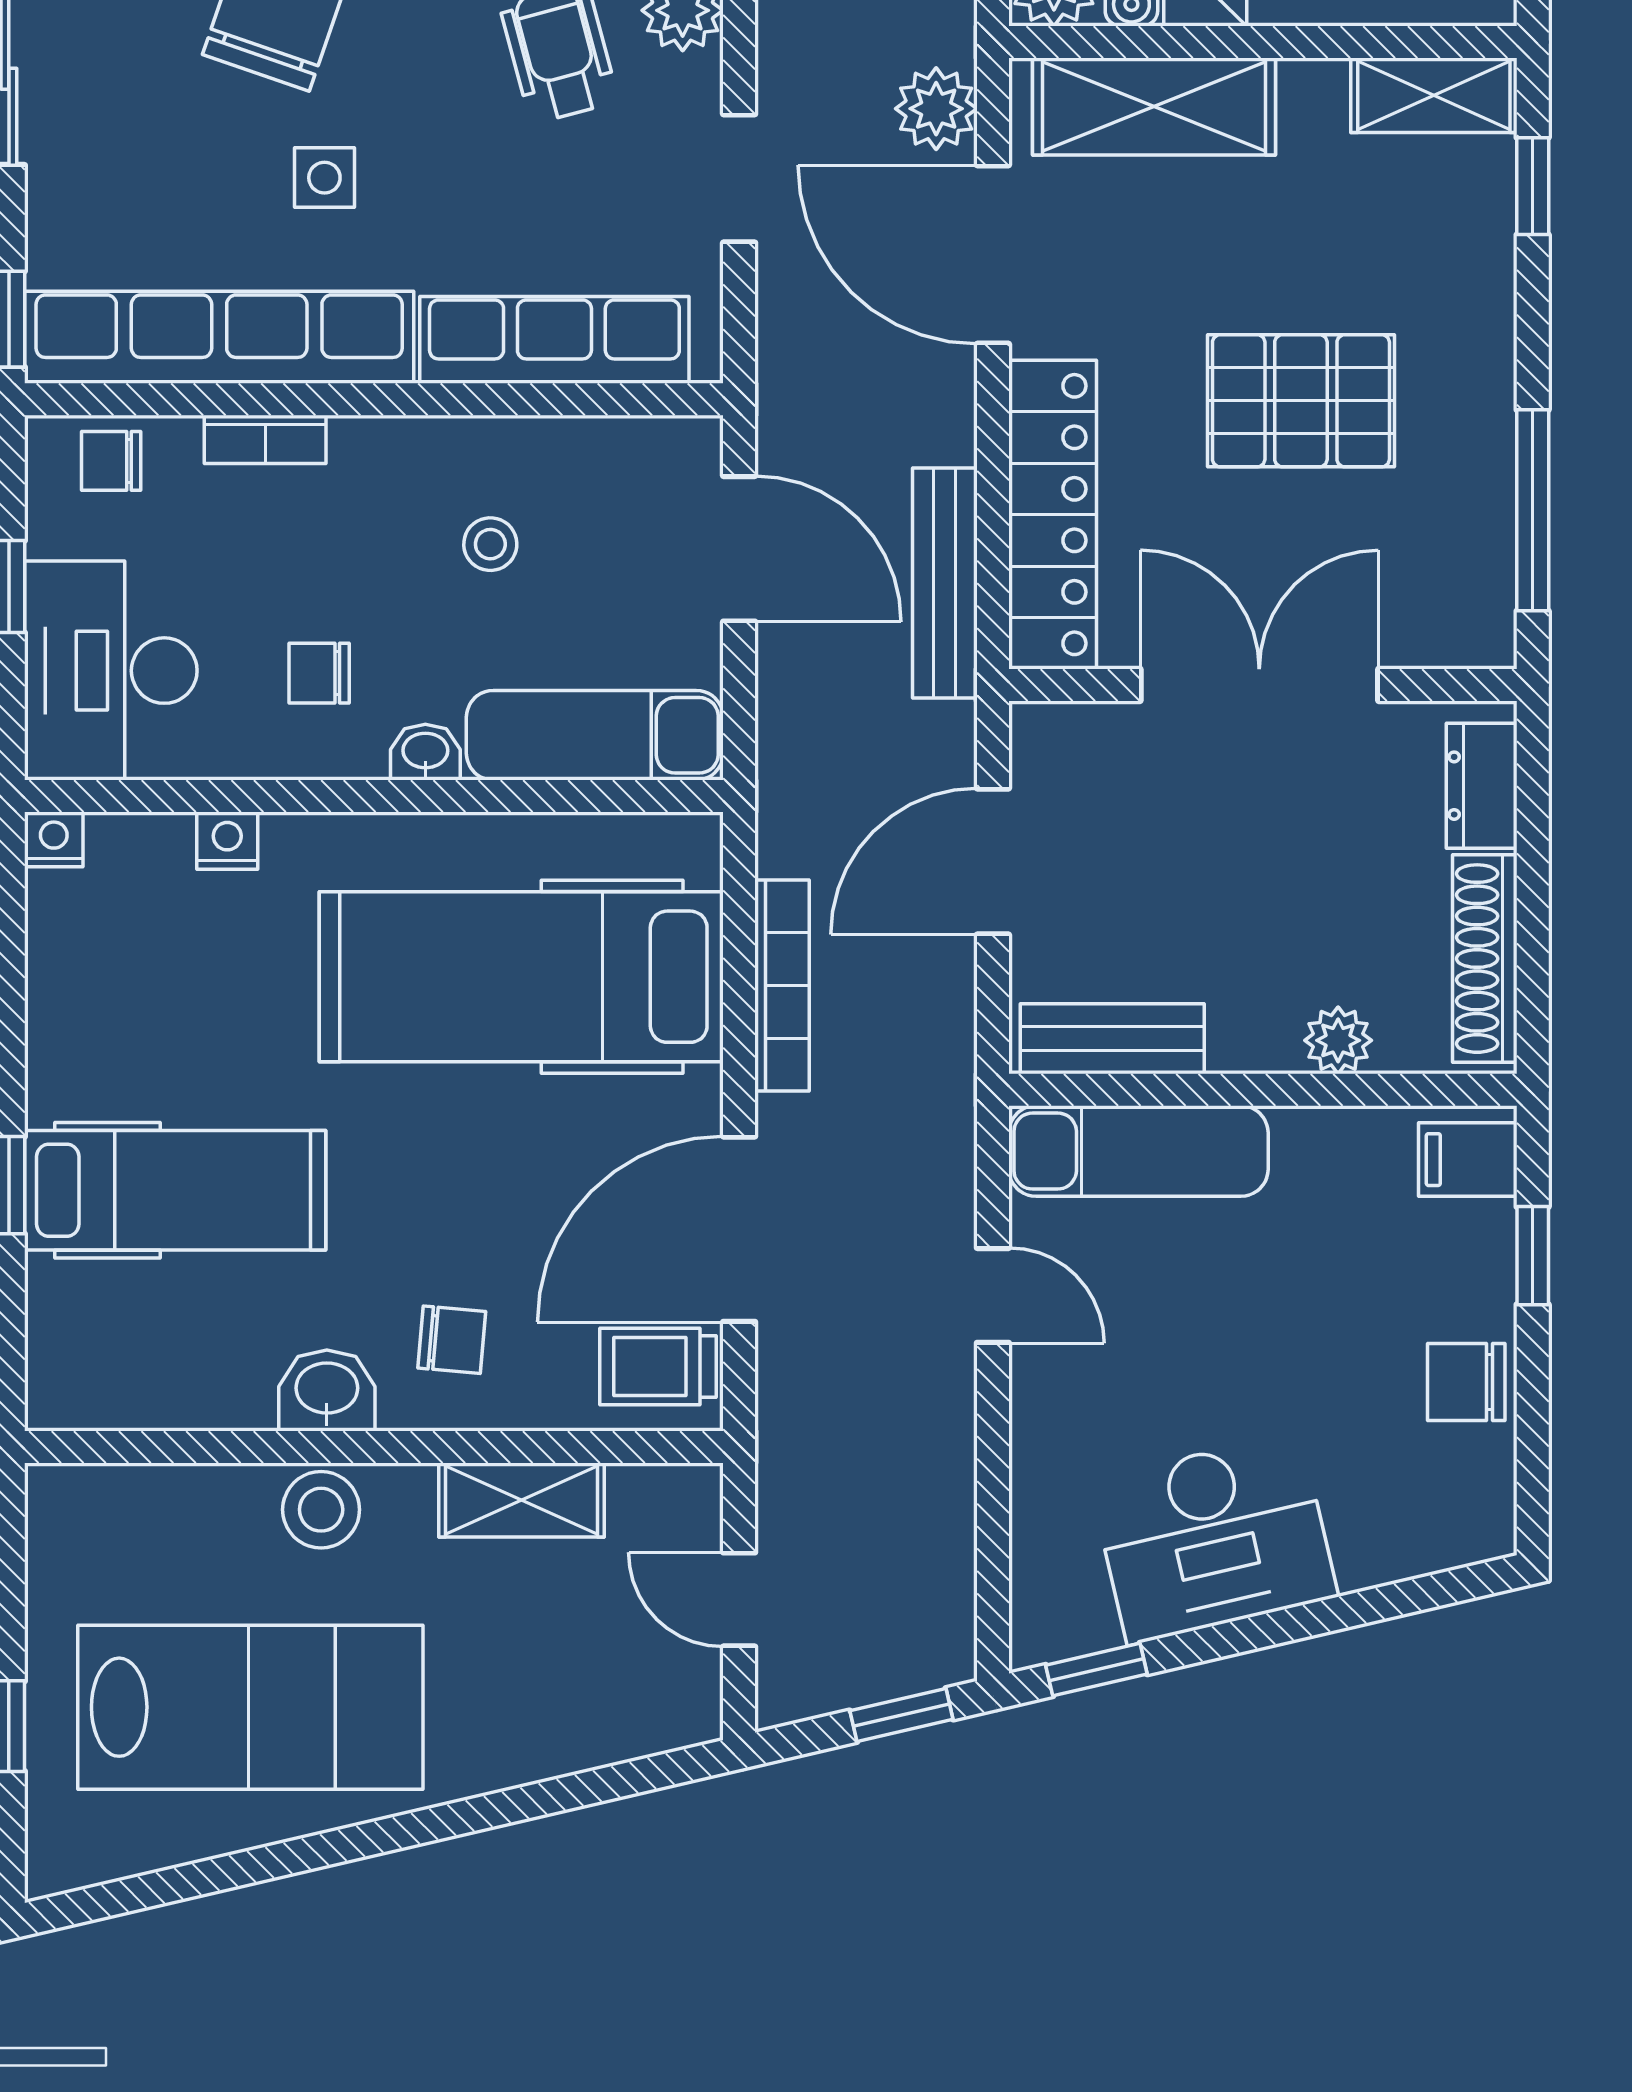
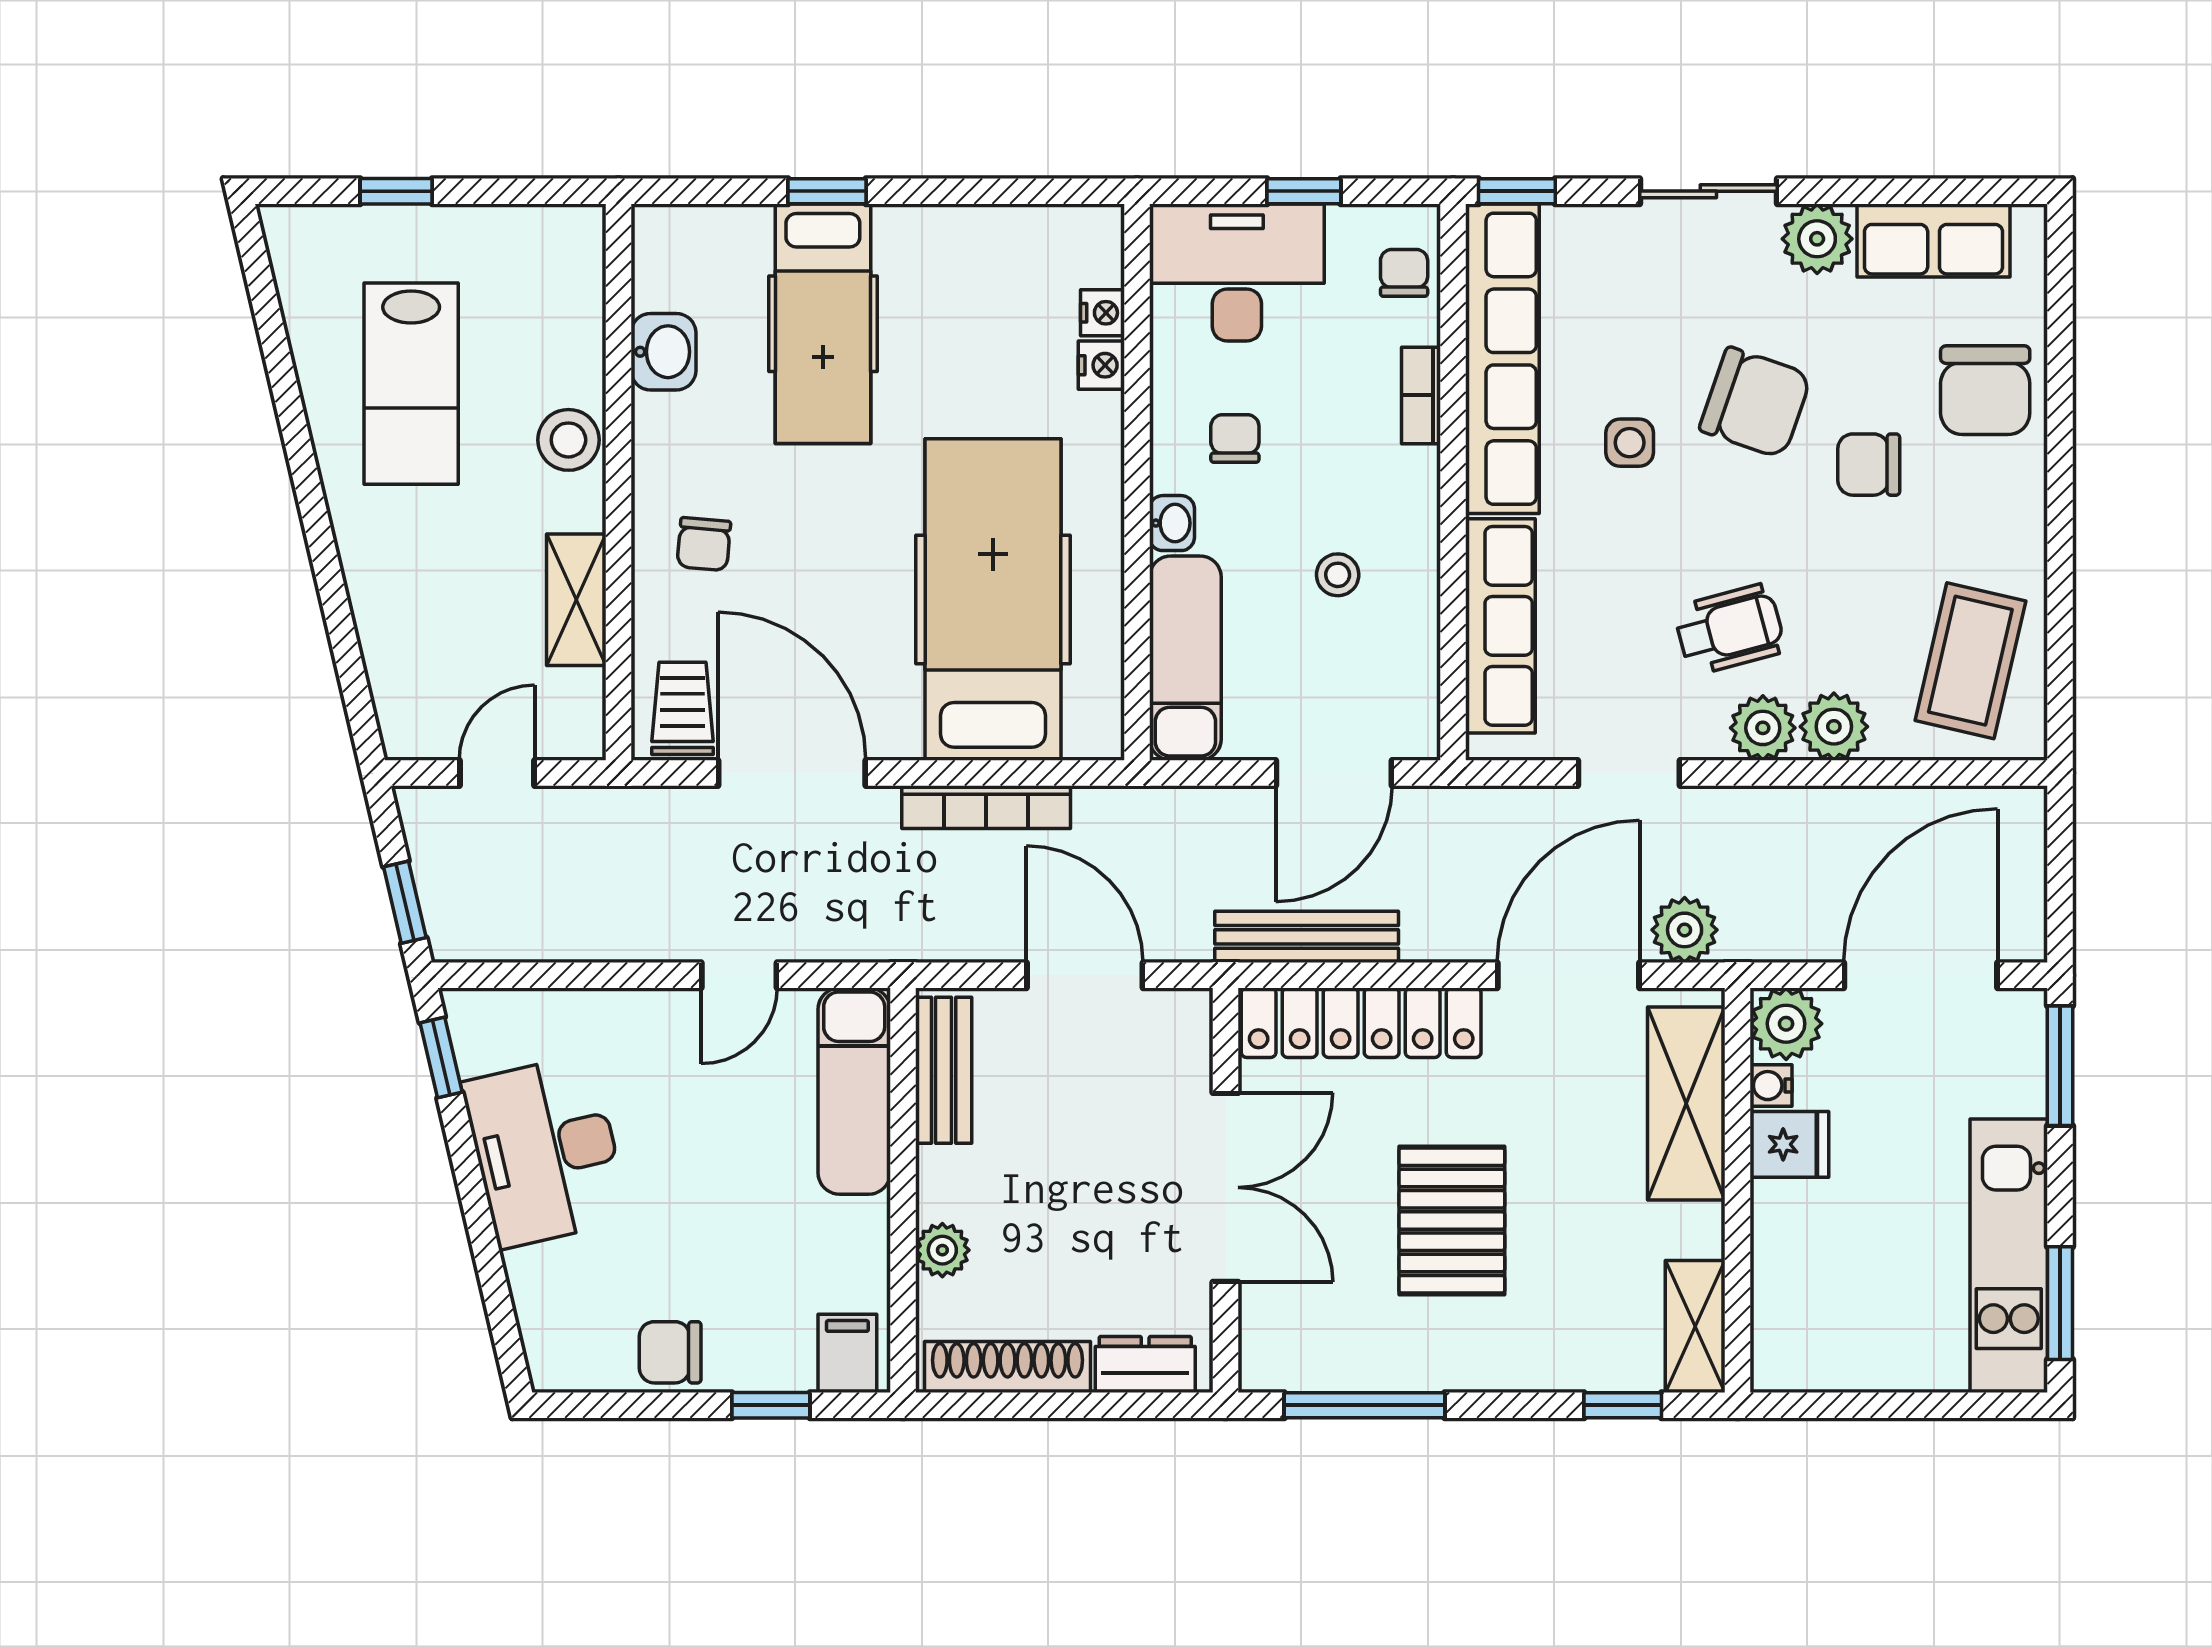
nightstand: (54, 839) -> (1102, 313), moved
chair: (1466, 1382) -> (670, 1352), turned -90
washbasin: (327, 1390) -> (663, 352), moved
lab bench: (250, 1707) -> (411, 384), width x0.73, depth x0.72

